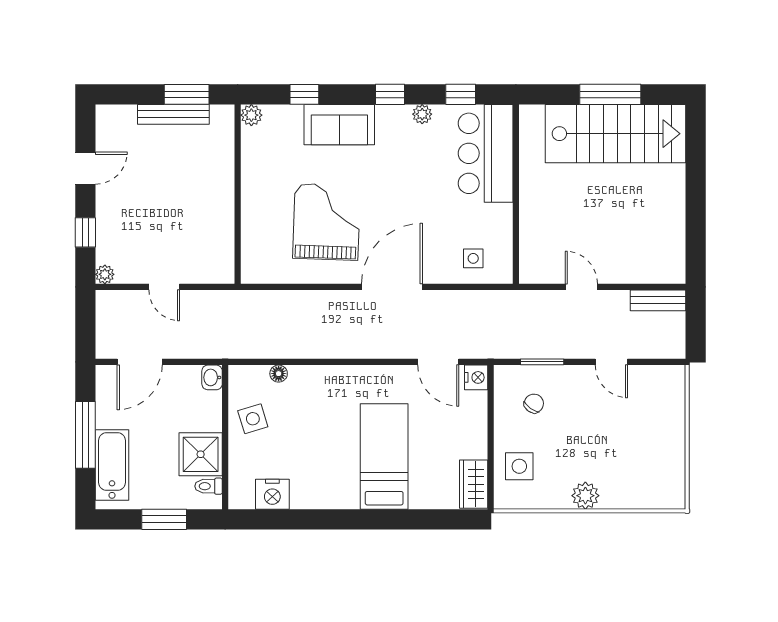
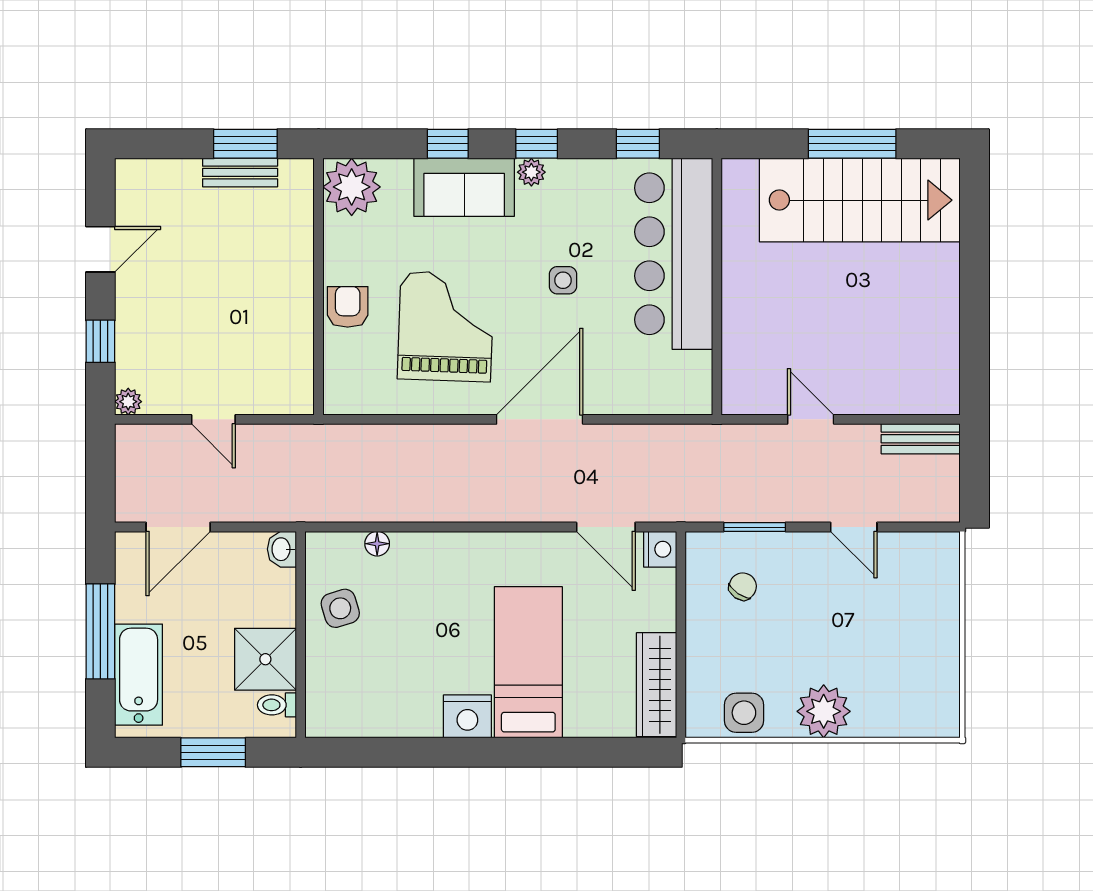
window: (304, 94) -> (448, 144), moved
bench: (173, 114) -> (240, 172), width x0.73
plant: (422, 114) -> (531, 172), moved
plant: (251, 115) -> (352, 187), width x1.87, depth x1.87
bar counter: (486, 153) -> (674, 254), width x1.36
armchair: (258, 208) -> (348, 307), added
side table: (473, 258) -> (563, 280), moved
side table: (519, 466) -> (744, 713), moved
wardrobe: (474, 484) -> (657, 685), width x1.50
nightstand: (272, 494) -> (467, 716), moved
plant: (585, 496) -> (824, 711), width x1.36, depth x1.36

